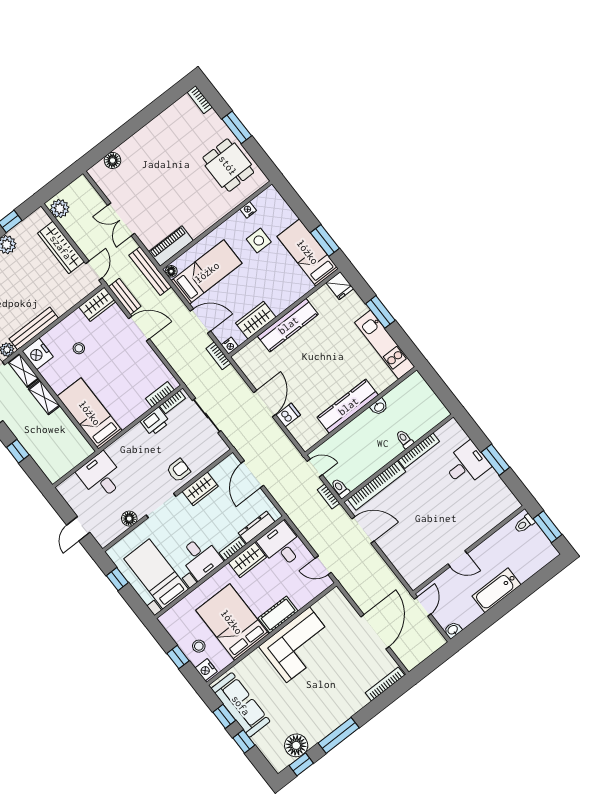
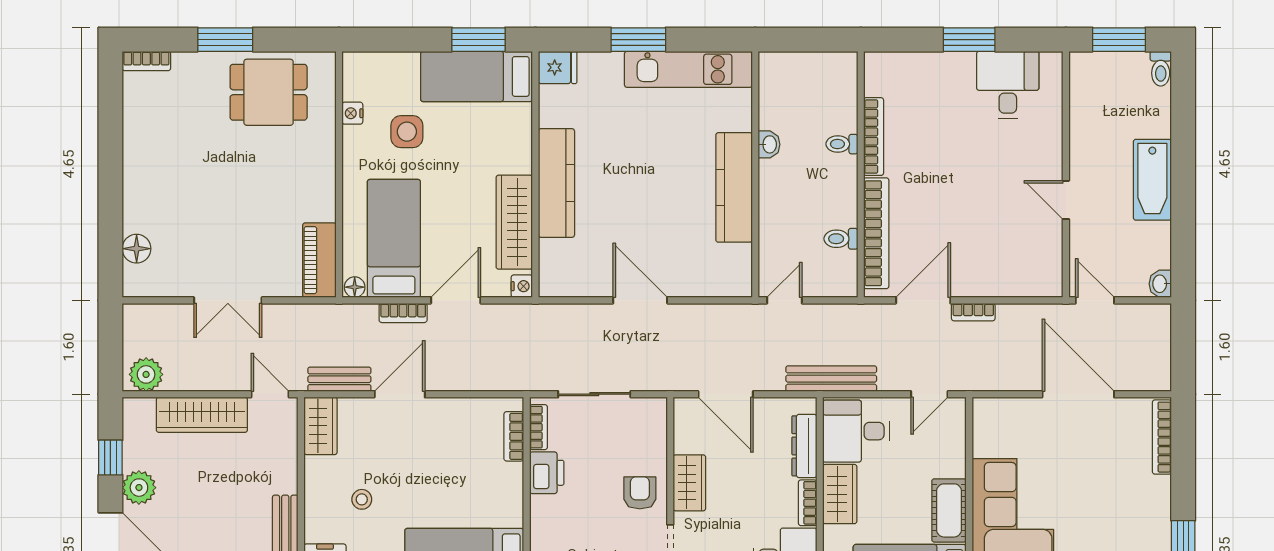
bench: (150, 271) -> (831, 379), moved
wardrobe: (256, 320) -> (514, 222), width x1.50
bookcase: (218, 356) -> (403, 313), moved
dishwasher: (288, 415) -> (682, 280), removed
desk: (467, 464) -> (1008, 85), moved
toilet: (340, 488) -> (841, 239), moved
bookcase: (329, 496) -> (973, 312), moved
toilet: (524, 524) -> (1161, 69), moved
door: (457, 559) -> (1066, 200), swing flipped

